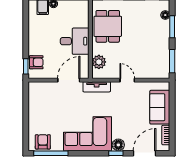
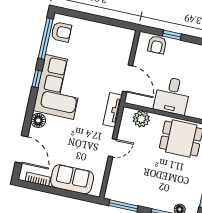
window: (26, 66) -> (172, 35), moved
window: (116, 153) -> (37, 79), moved

